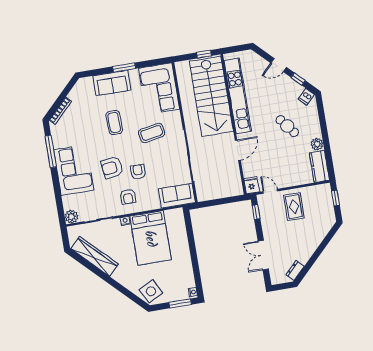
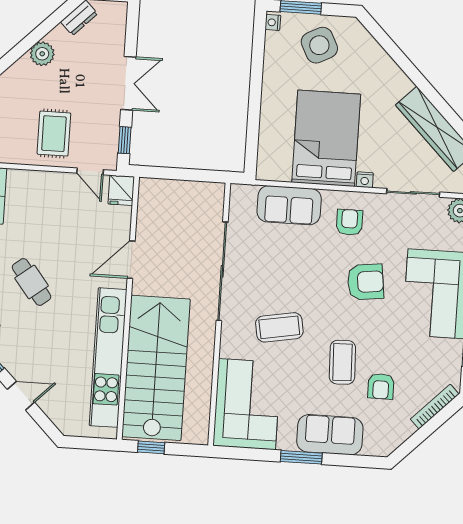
armchair: (138, 172) -> (381, 386), moved
sofa: (177, 196) -> (289, 205), moved
plant: (310, 247) -> (42, 54), added
double door: (263, 255) -> (128, 83), moved
side table: (151, 291) -> (319, 45), moved

